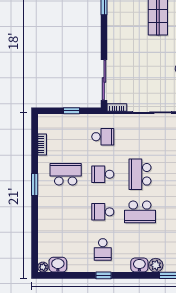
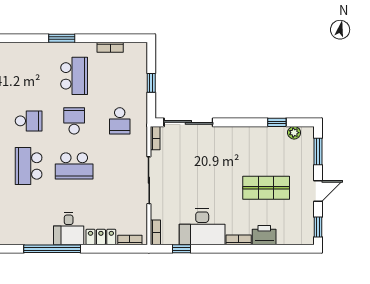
school desk: (140, 174) -> (74, 166), turned 180
school desk: (103, 212) -> (29, 121), turned 90

